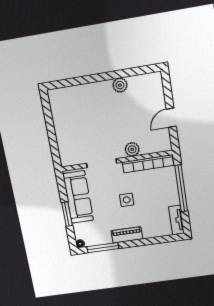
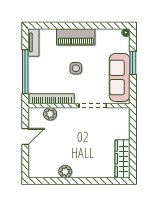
wardrobe: (59, 110) -> (122, 159), added
plant: (132, 149) -> (50, 114), moved
piano: (127, 235) -> (76, 37), width x1.37, depth x1.33
window: (103, 248) -> (105, 26), removed

